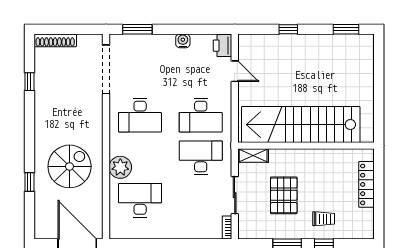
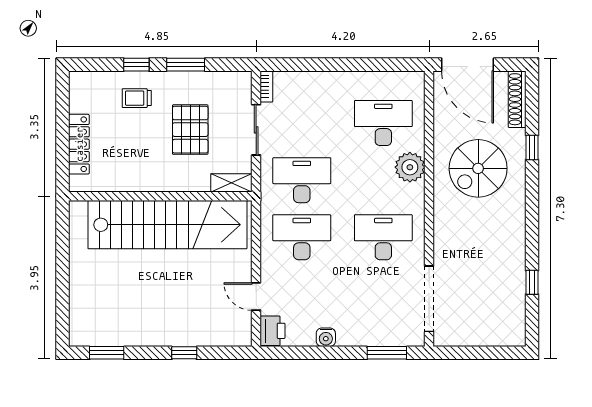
shoe rack: (55, 40) -> (517, 99), moved, turned -90
desk: (201, 158) -> (302, 180), turned 180
desk: (140, 200) -> (383, 123), turned 180

